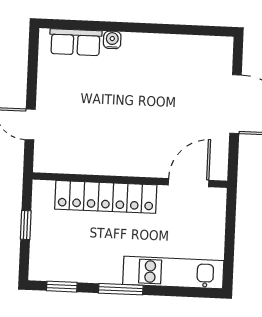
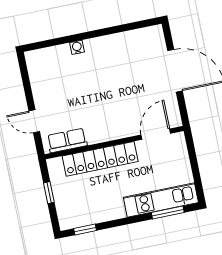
row of seats: (75, 42) -> (67, 140), moved, turned 180
window: (121, 289) -> (168, 213), moved

